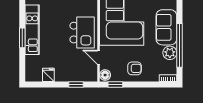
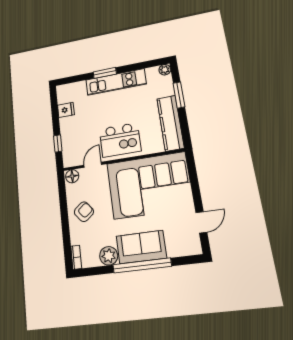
window: (180, 45) -> (142, 266), moved
armchair: (134, 68) -> (84, 212), turned -128
window: (115, 85) -> (62, 191), removed

